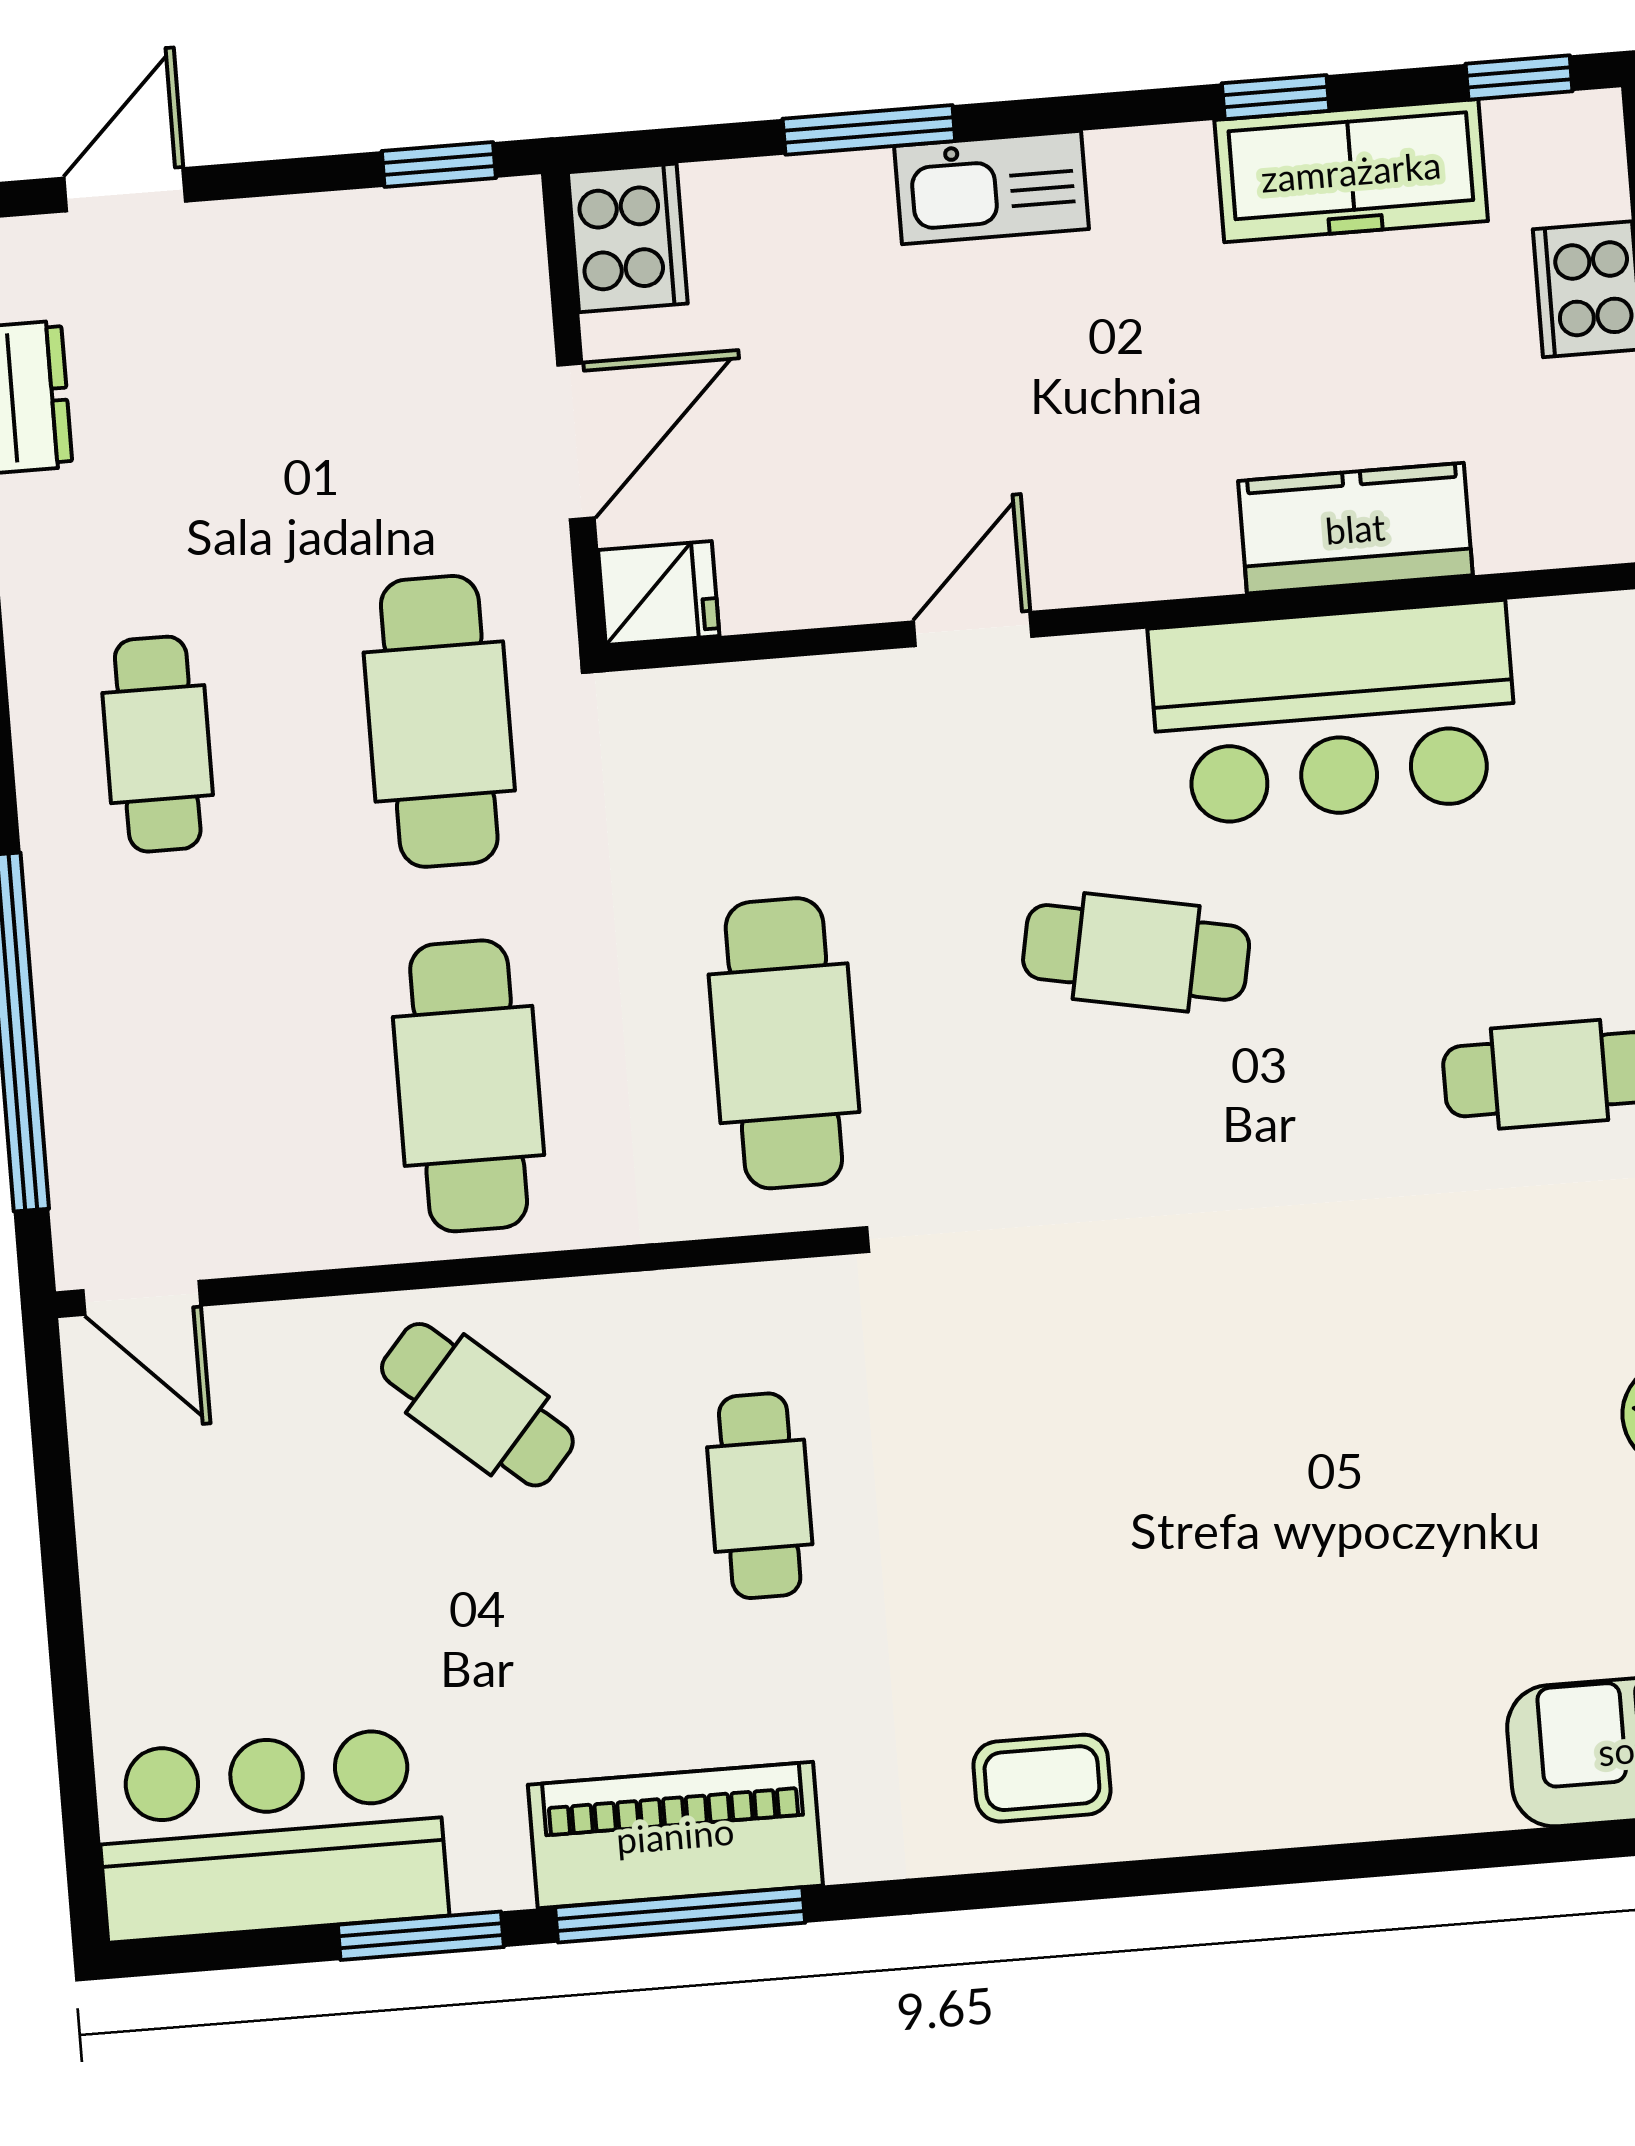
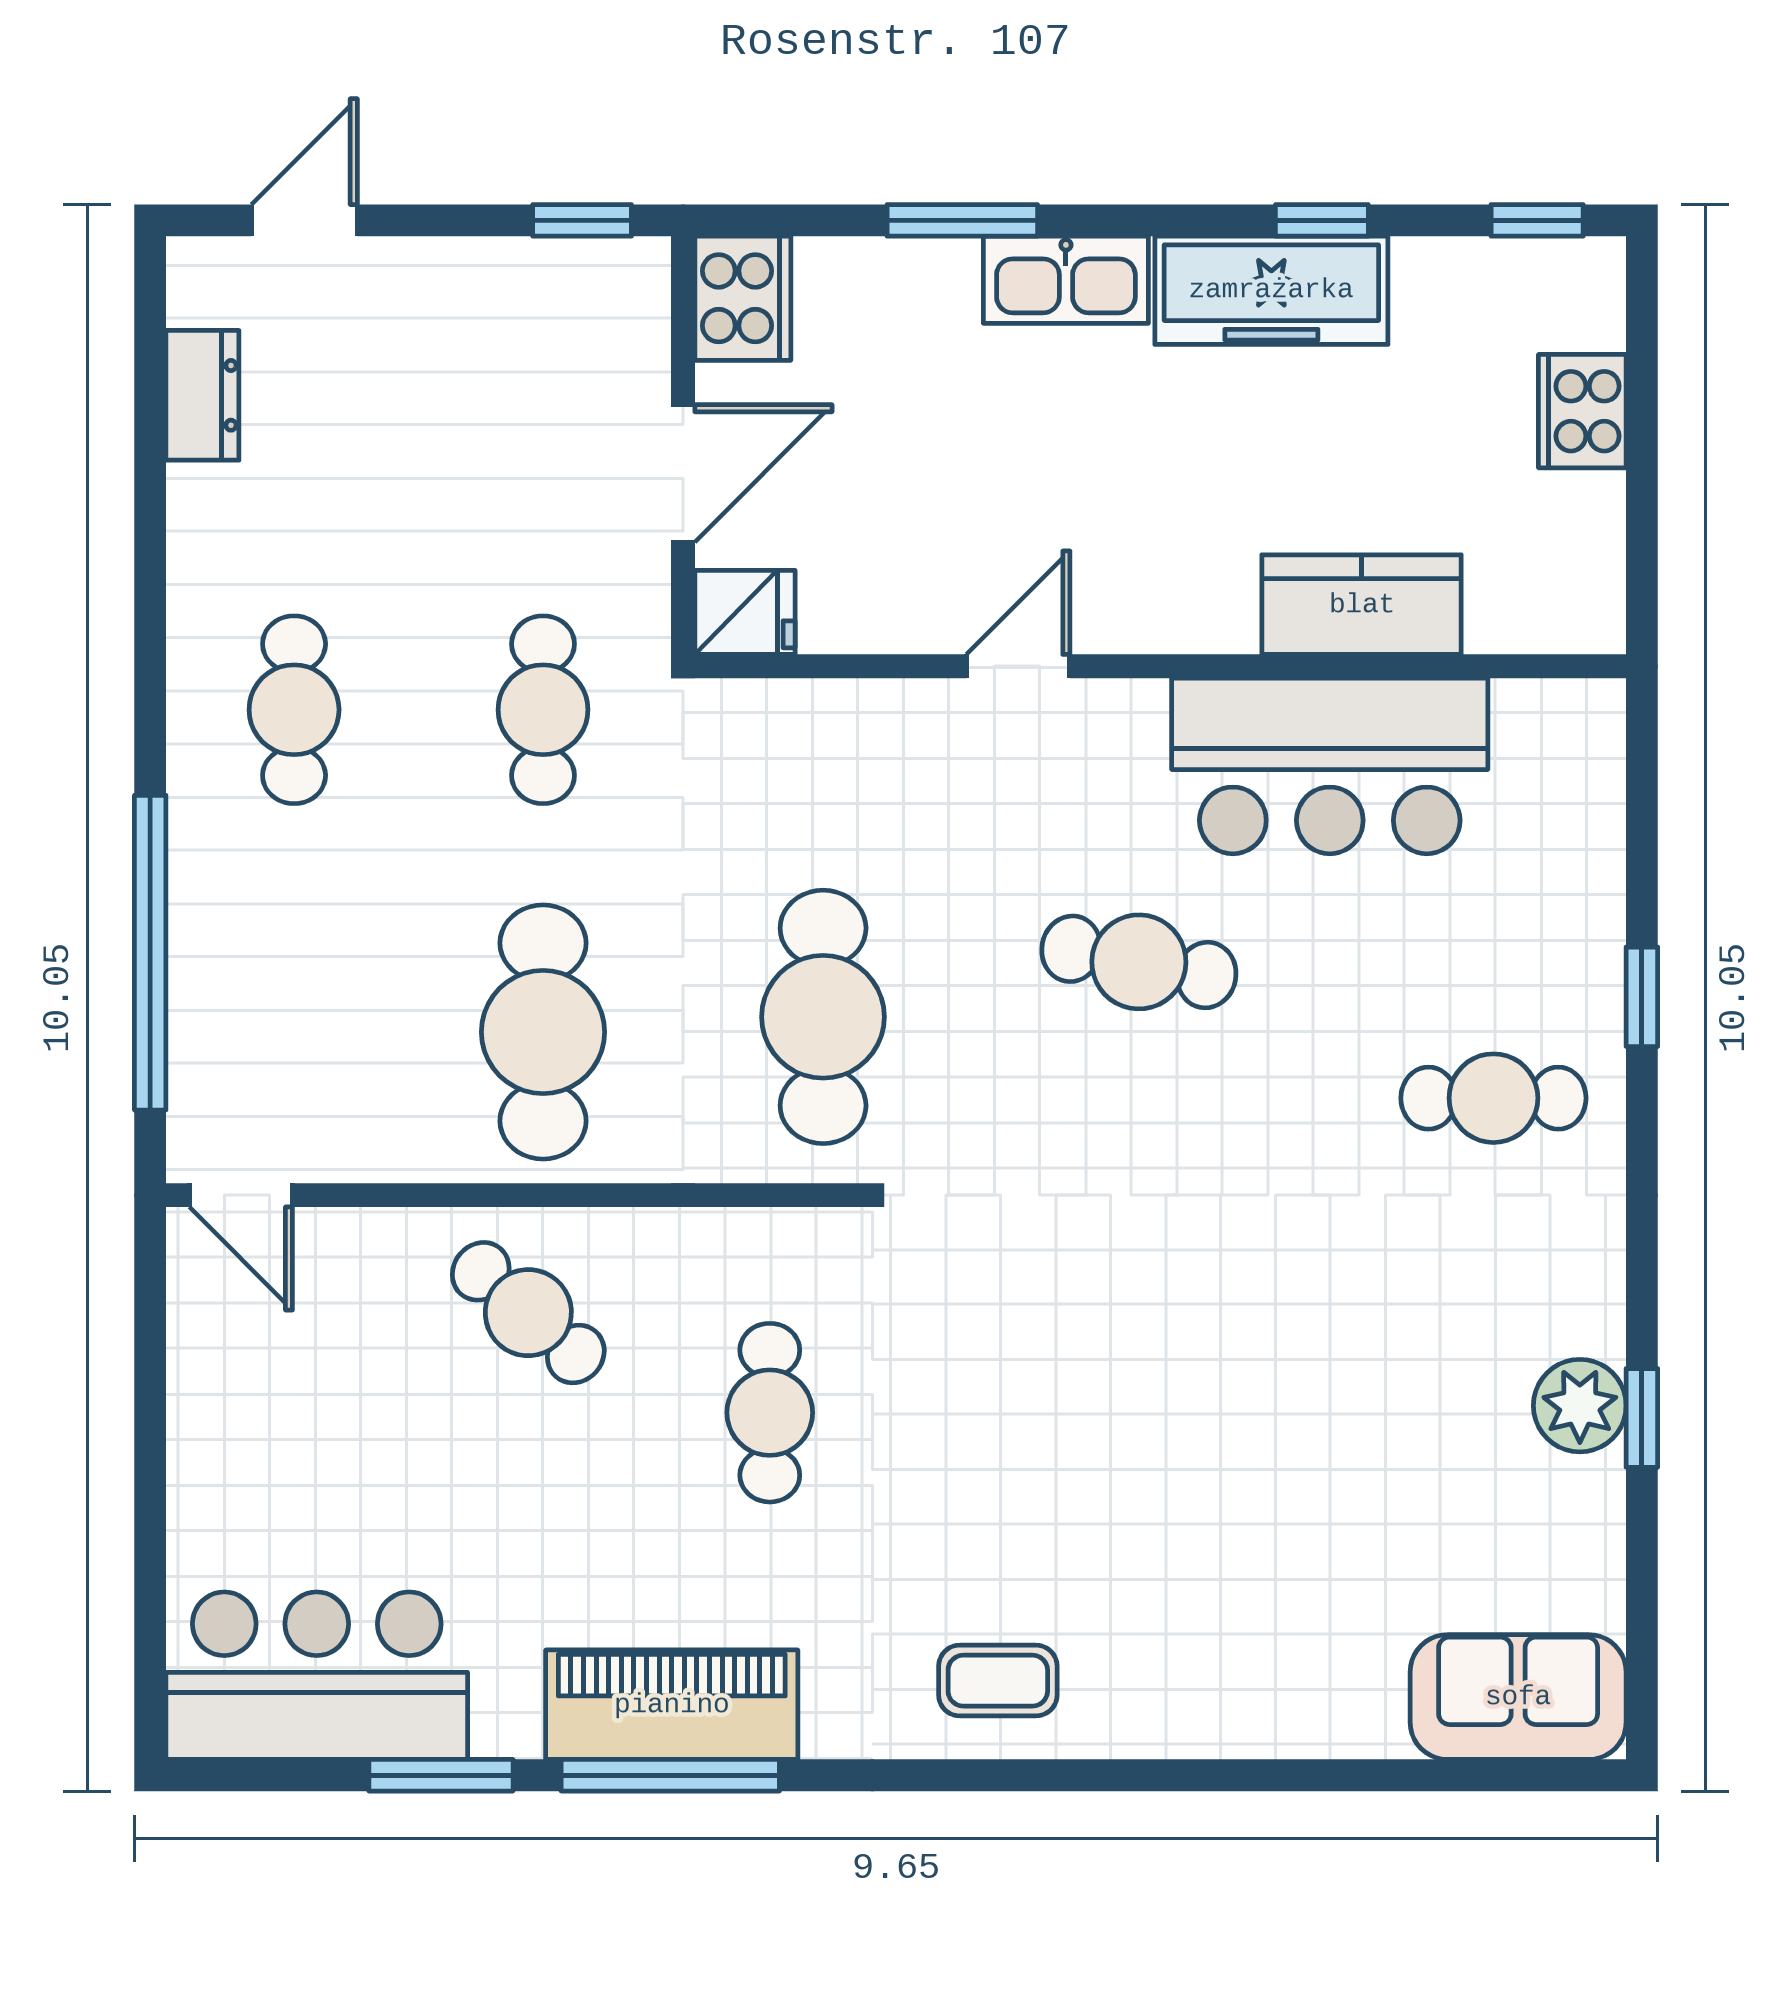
freezer: (1351, 171) -> (1271, 290), moved
cafe table: (439, 721) -> (543, 710), width x0.73, depth x0.74

